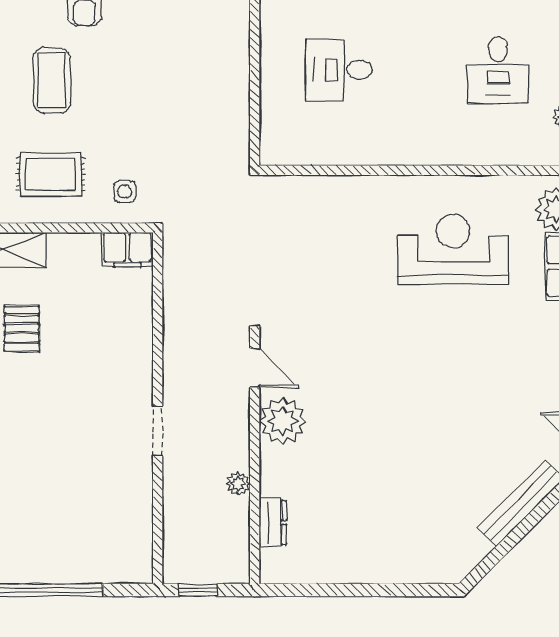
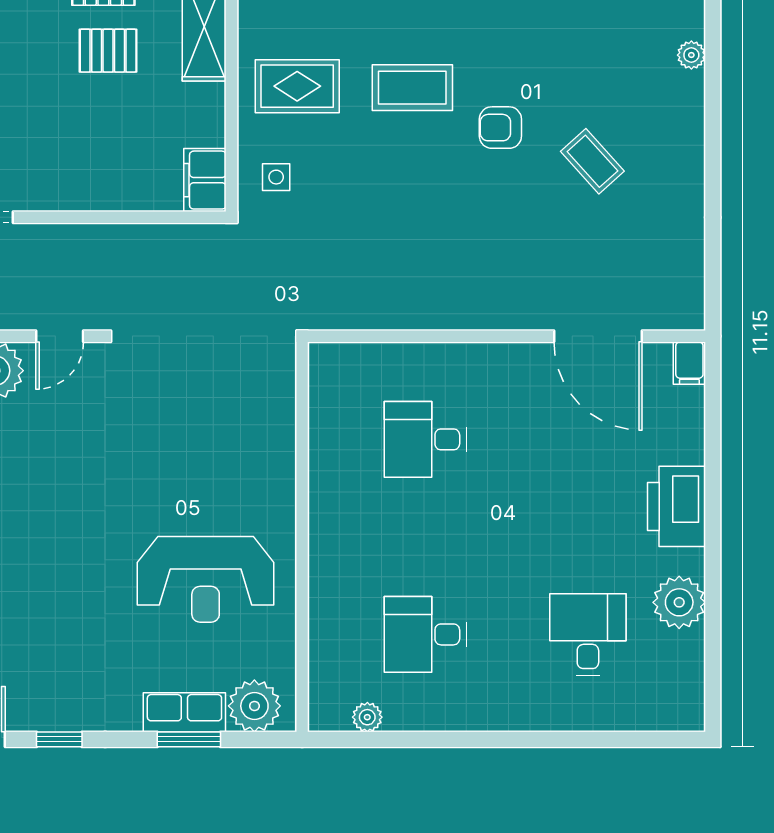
desk: (339, 70) -> (425, 439), turned -90
rug: (51, 174) -> (297, 86), turned 90
reception desk: (453, 249) -> (206, 579), turned 90

